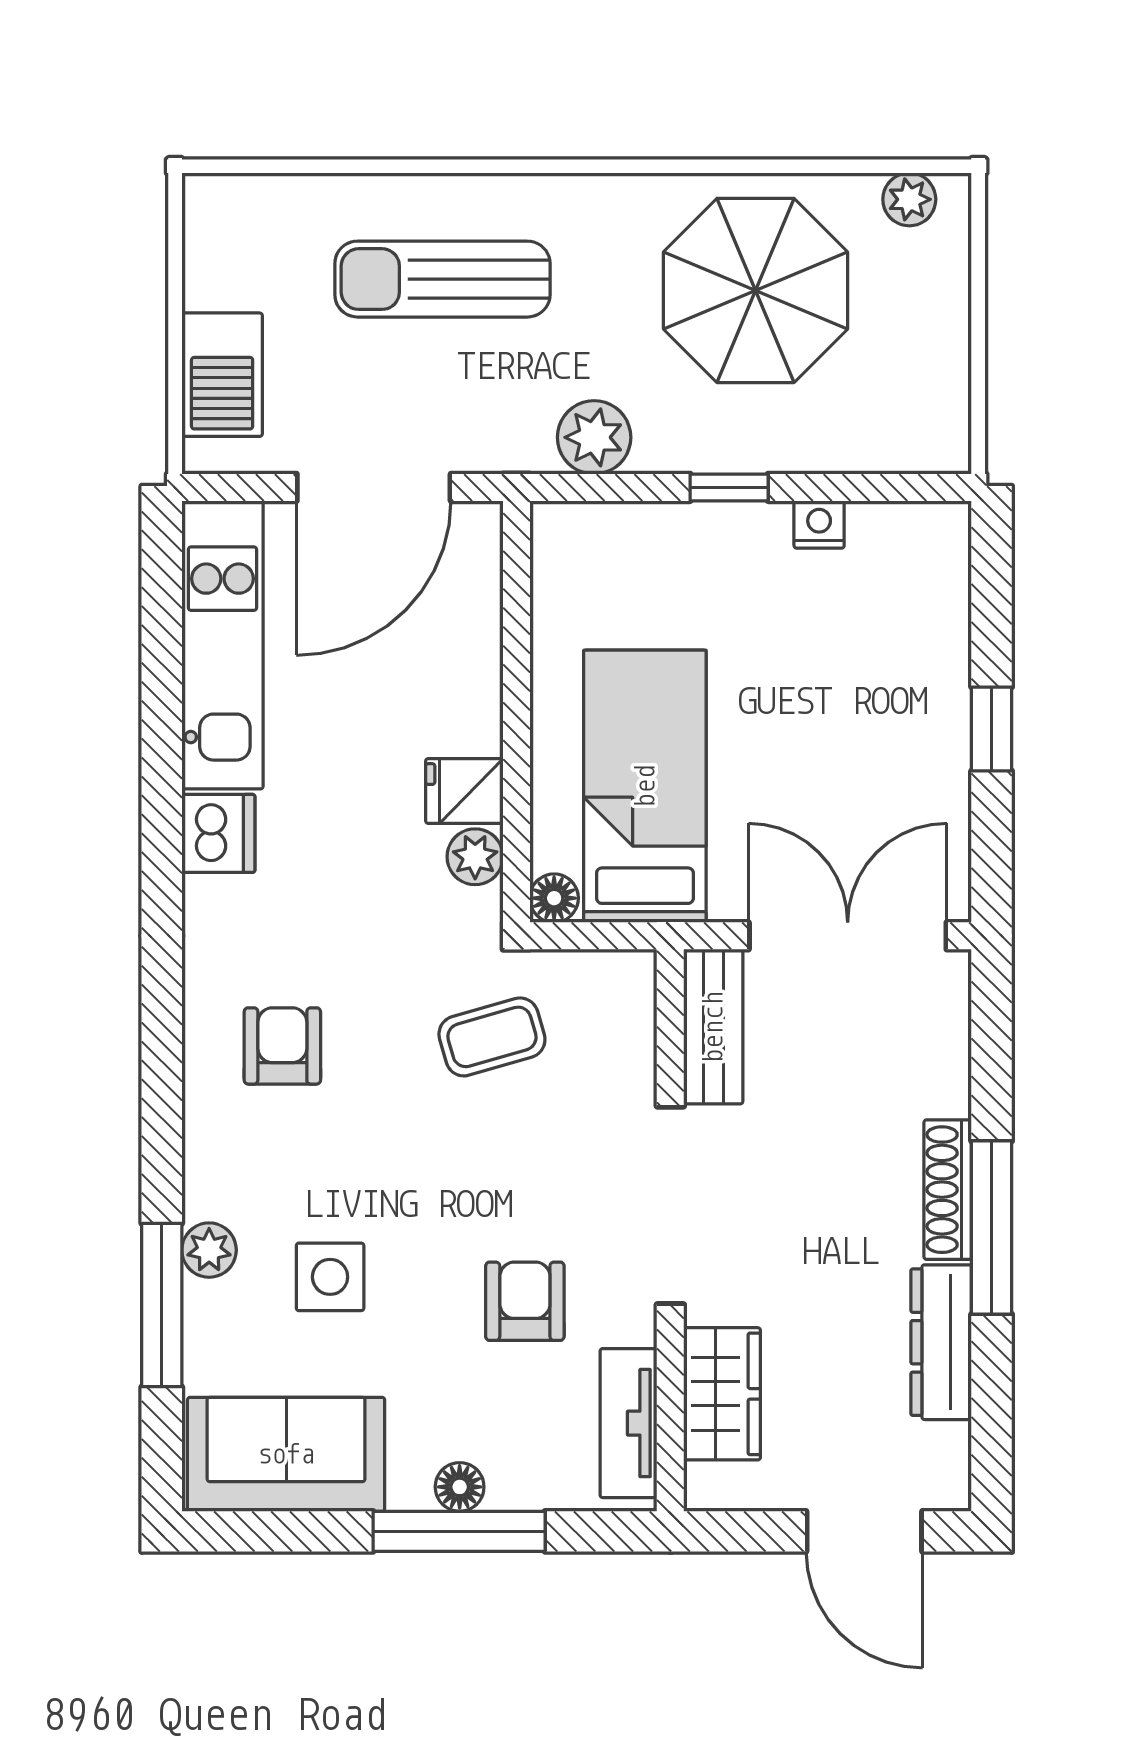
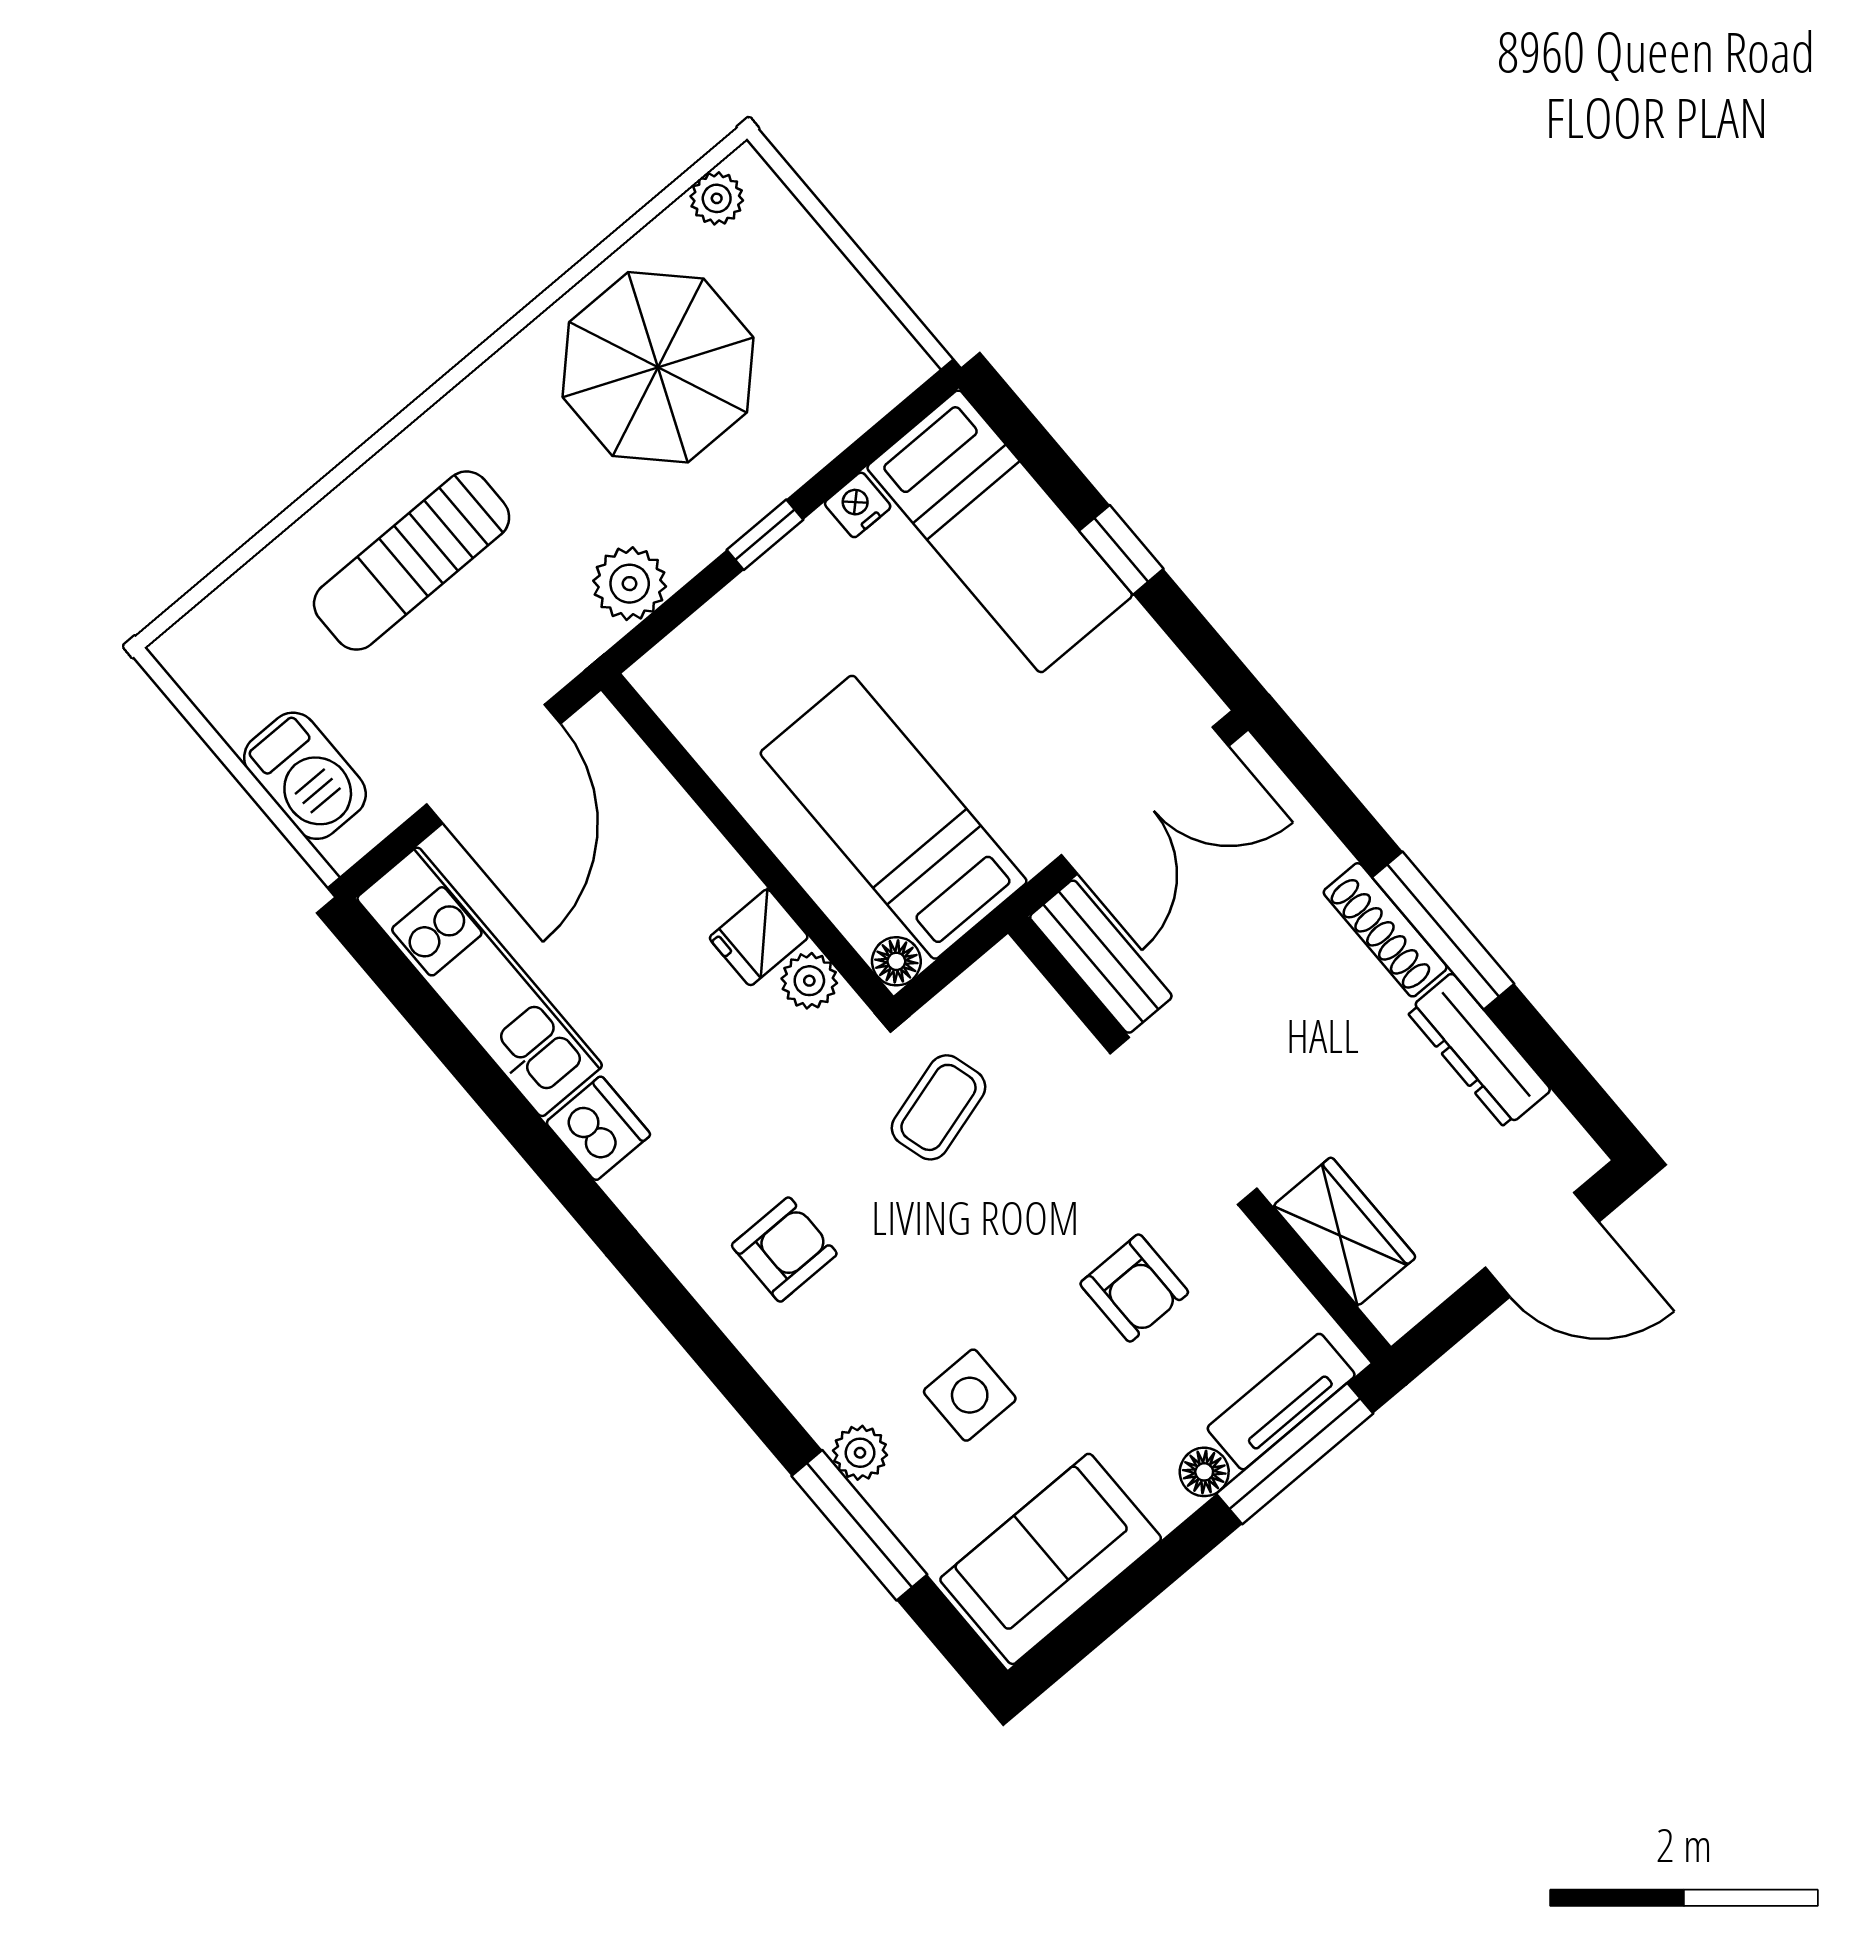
bed: (911, 636) -> (1000, 531), added
double door: (848, 936) -> (1145, 801), swing flipped
armchair: (282, 1046) -> (784, 1250), turned 90
armchair: (525, 1301) -> (1134, 1288), turned 180
tv unit: (629, 1423) -> (1281, 1402), moved, turned 90
window: (459, 1531) -> (1295, 1454), moved

